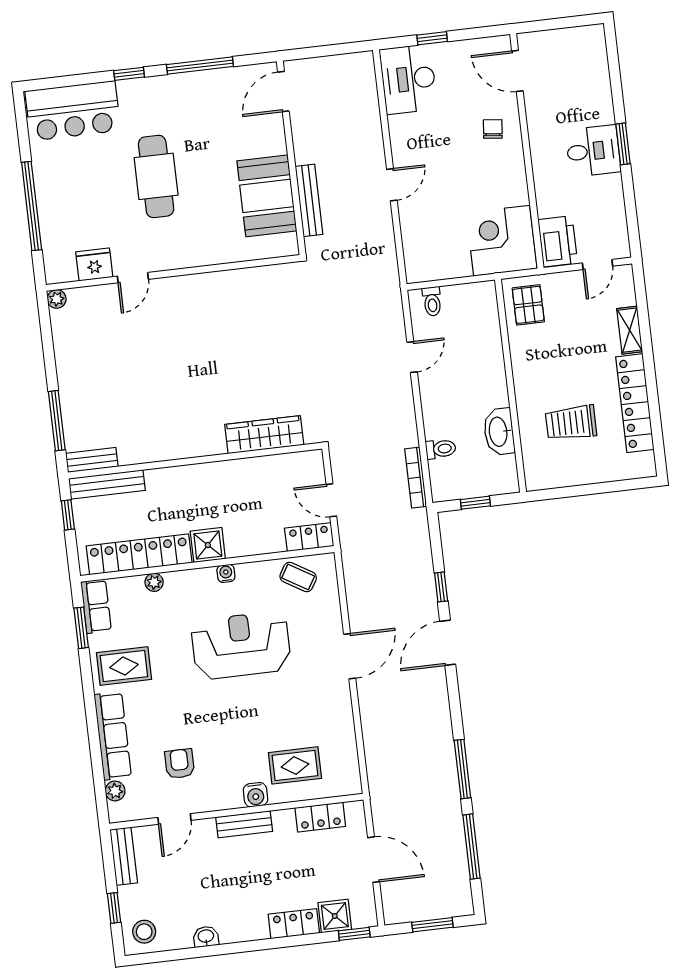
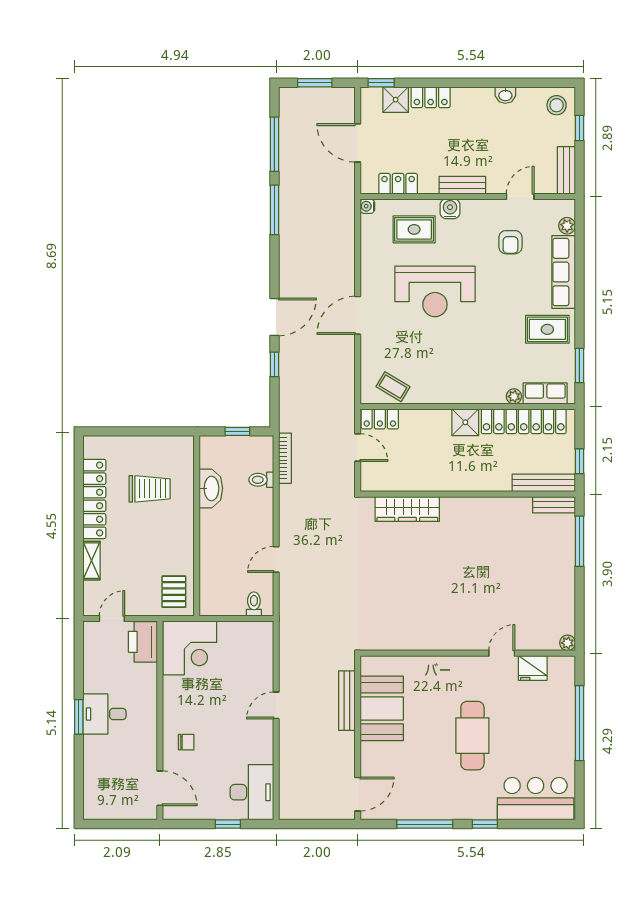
chair: (493, 129) -> (186, 742), turned -96
water cooler: (226, 573) -> (367, 206), moved, turned 90
row of seats: (96, 606) -> (545, 394), moved, turned 90
reception desk: (241, 645) -> (435, 291), moved

